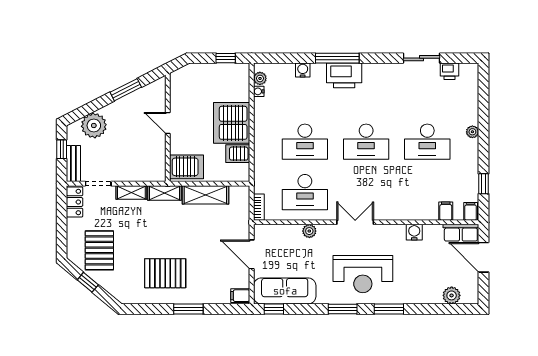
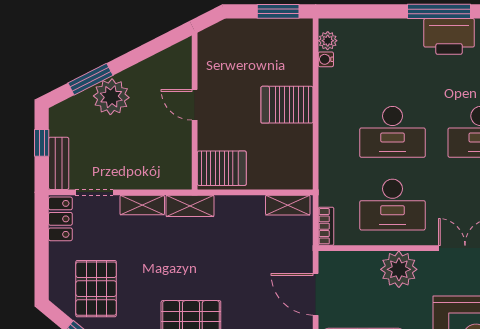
window: (226, 58) -> (278, 11), width x1.50
water cooler: (303, 70) -> (389, 29), removed
window: (126, 90) -> (90, 79), moved
server rack: (232, 123) -> (287, 105), width x0.62
plant: (94, 125) -> (111, 97), moved
server rack: (238, 154) -> (296, 149), removed
shelving: (205, 195) -> (288, 205), moved, width x0.67, depth x0.75
plant: (309, 231) -> (399, 269), width x1.88, depth x1.88

